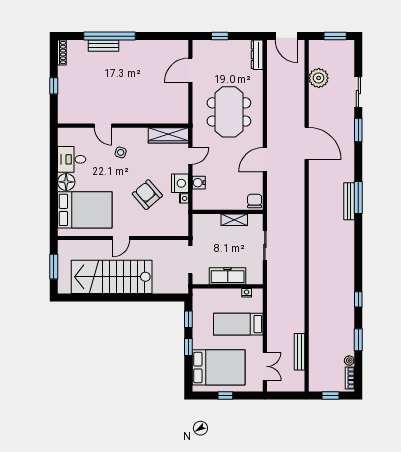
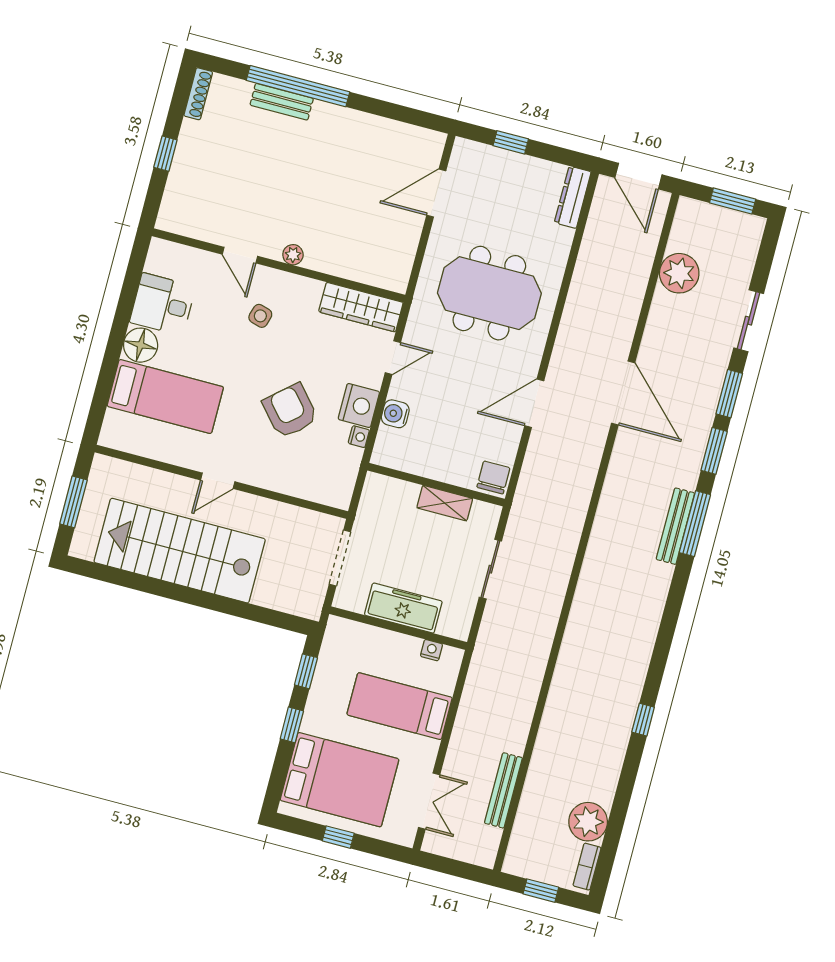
meeting table: (229, 112) -> (489, 293), turned 90
plant: (129, 119) -> (293, 255), added
bed: (85, 210) -> (165, 397), width x0.67
window: (358, 340) -> (714, 451), moved
plant: (349, 361) -> (588, 822), width x1.88, depth x1.88

